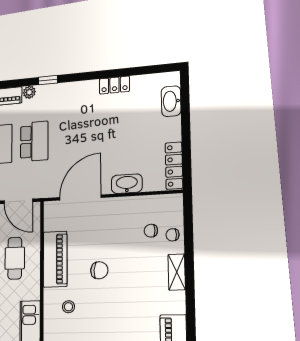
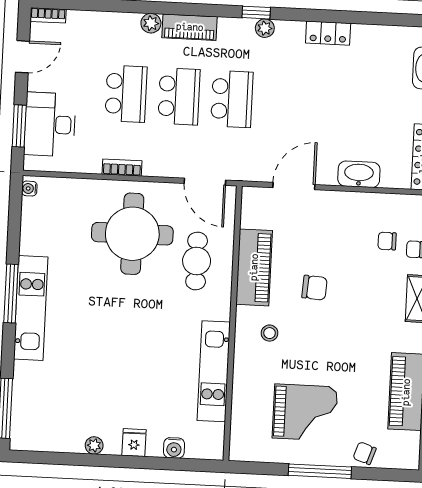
locker: (114, 85) -> (328, 33), moved
plant: (29, 92) -> (265, 28), moved
door: (80, 198) -> (294, 186), width x0.73

